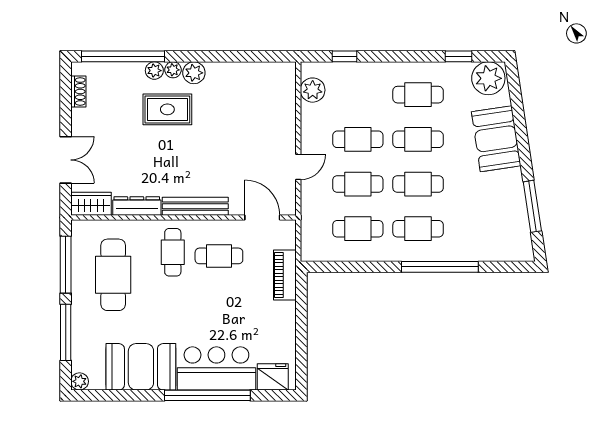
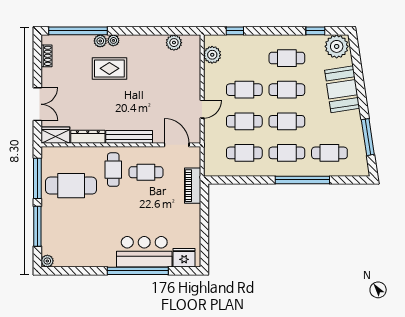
plant: (194, 73) -> (174, 43), moved
cafe table: (478, 229) -> (329, 153), added
cafe table: (113, 275) -> (71, 186), turned 90
booth: (141, 367) -> (91, 251), removed

